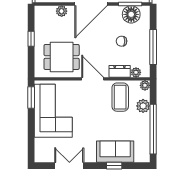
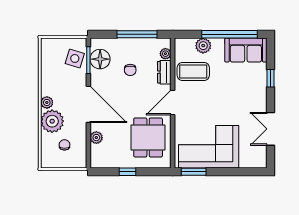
plant: (145, 85) -> (180, 44), removed
sofa: (115, 152) -> (246, 50), moved, turned -90

